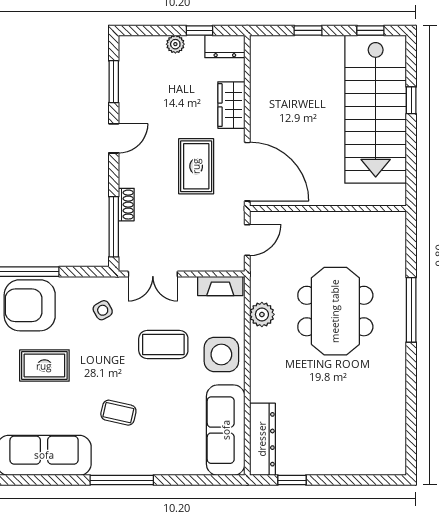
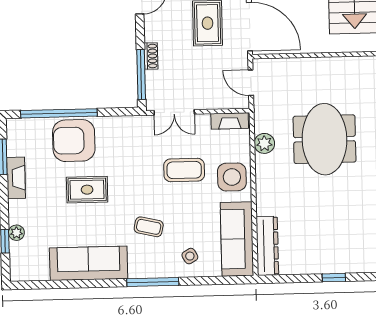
door: (247, 240) -> (251, 83), swing flipped
side table: (103, 310) -> (190, 256), moved
window: (292, 480) -> (334, 278), moved

